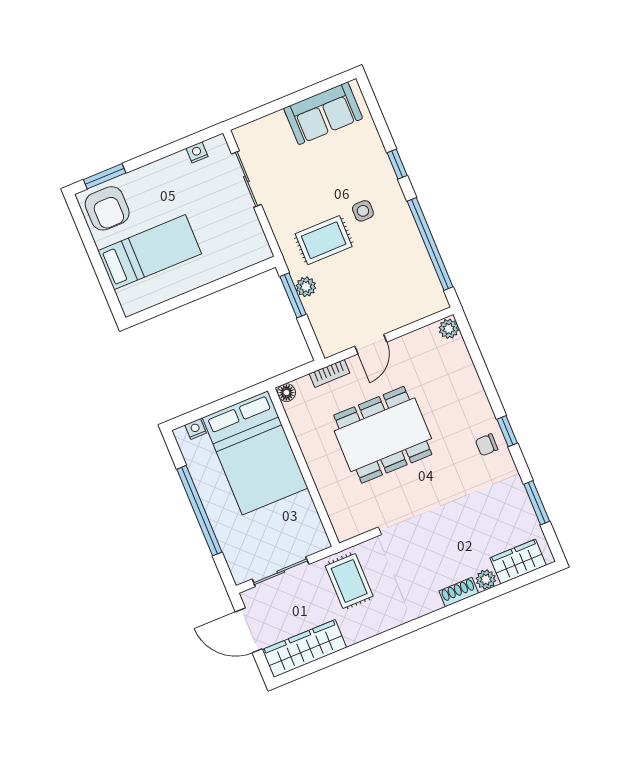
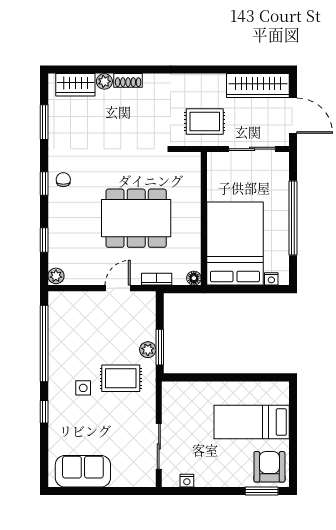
window: (480, 365) -> (44, 240), added
chair: (487, 445) -> (63, 180), turned -90
rug: (349, 581) -> (205, 122), turned 90

